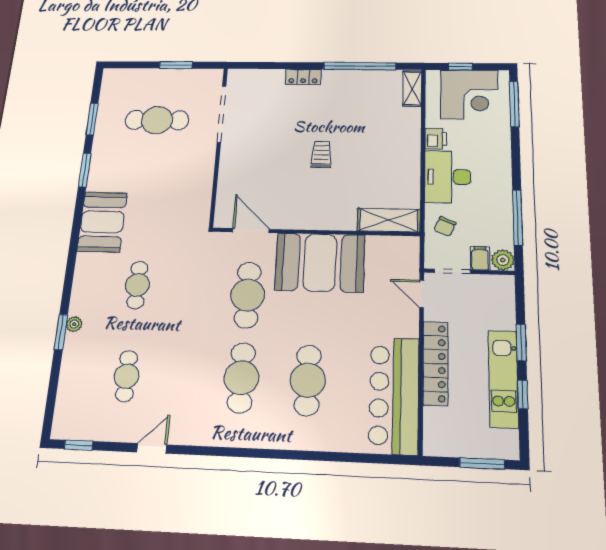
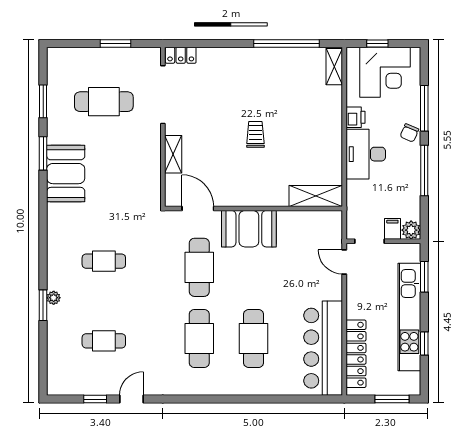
locker: (303, 77) -> (181, 55), moved
window: (514, 104) -> (424, 108), moved
shelving: (228, 173) -> (173, 154), added
window: (518, 217) -> (424, 170), moved
booth: (102, 222) -> (66, 174), moved
chair: (445, 226) -> (409, 133), moved
booth: (320, 263) -> (249, 229), width x0.73, depth x0.70
cafe table: (137, 285) -> (104, 261), turned 90
window: (521, 342) -> (424, 277), moved
locker: (436, 363) -> (356, 354), moved
cafe table: (127, 376) -> (104, 341), turned 90
kitchen unit: (503, 379) -> (409, 317), width x1.36
window: (79, 445) -> (95, 399), moved

